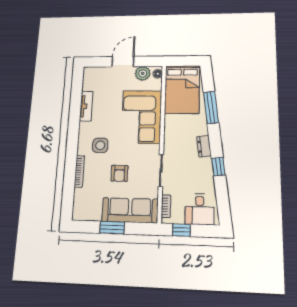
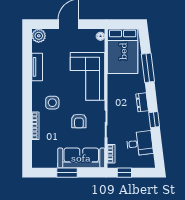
plant: (143, 73) -> (39, 36), moved
armchair: (119, 173) -> (79, 121), moved
desk: (200, 209) -> (140, 143), moved, turned -97

